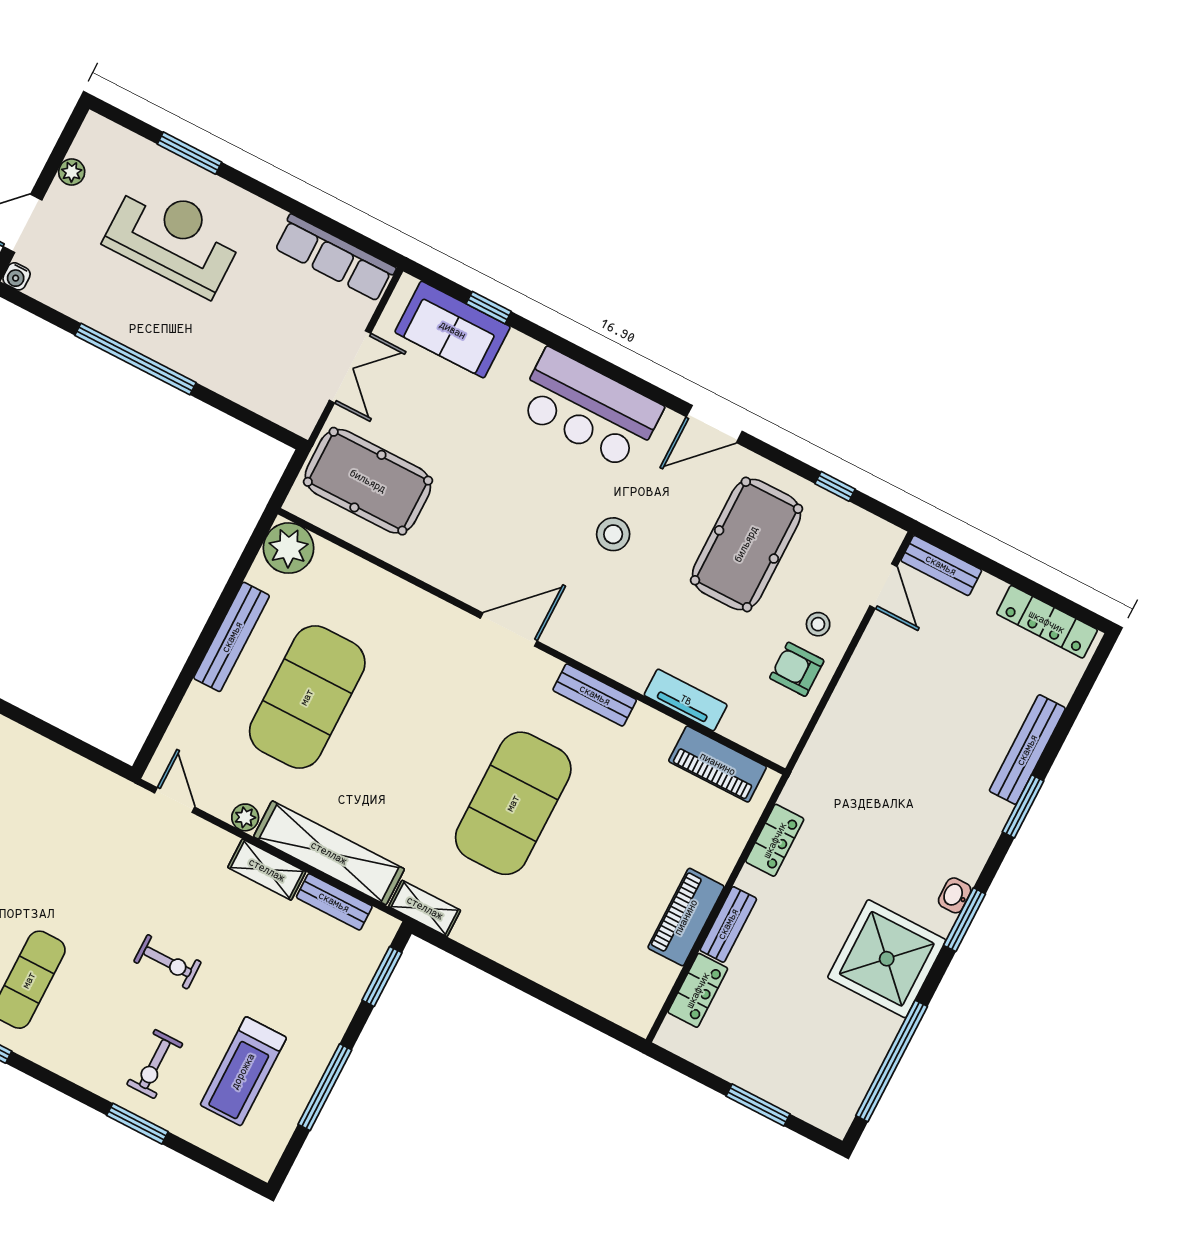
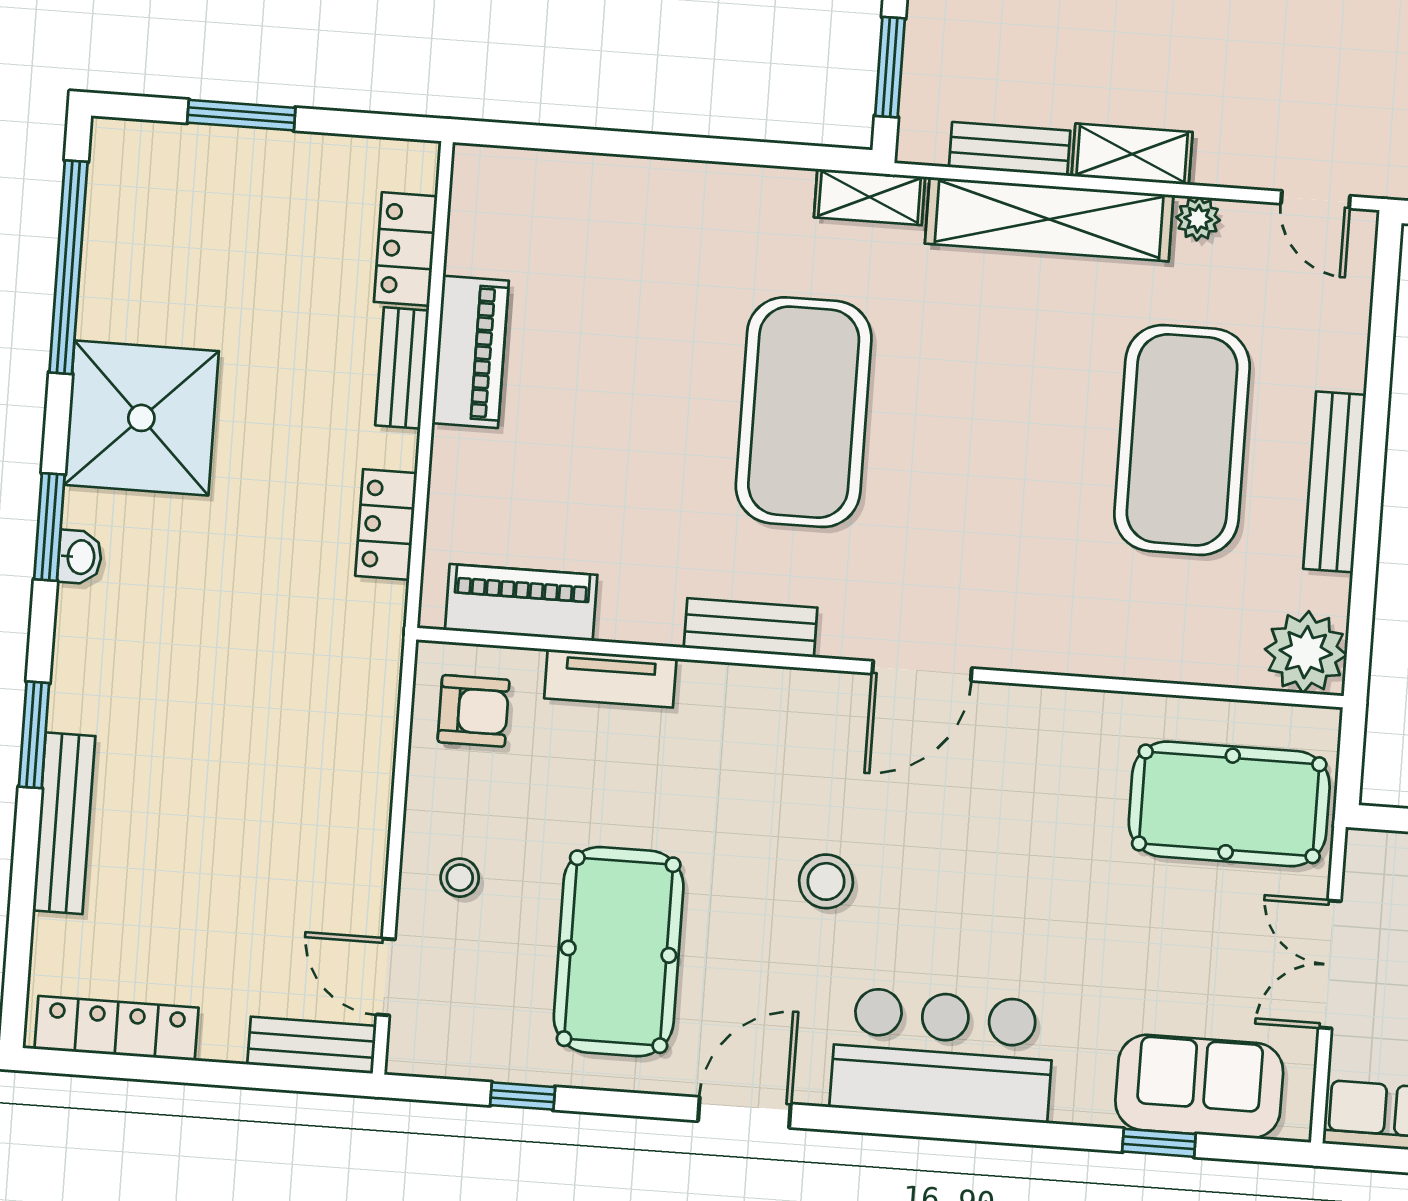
armchair: (797, 669) -> (474, 711), moved

